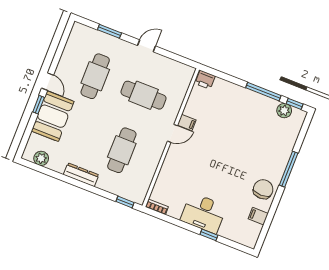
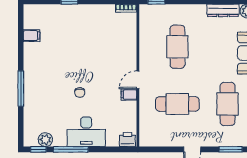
dresser: (81, 175) -> (223, 10), moved
chair: (263, 189) -> (80, 93), moved, width x0.54, depth x0.54
desk: (203, 213) -> (86, 132), moved, turned 180

